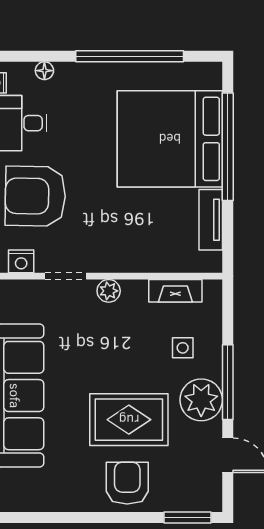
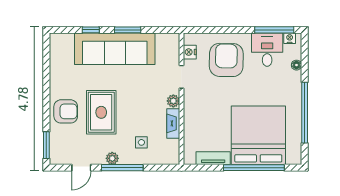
fireplace: (175, 291) -> (173, 123), moved
plant: (201, 400) -> (112, 158), width x0.53, depth x0.53

